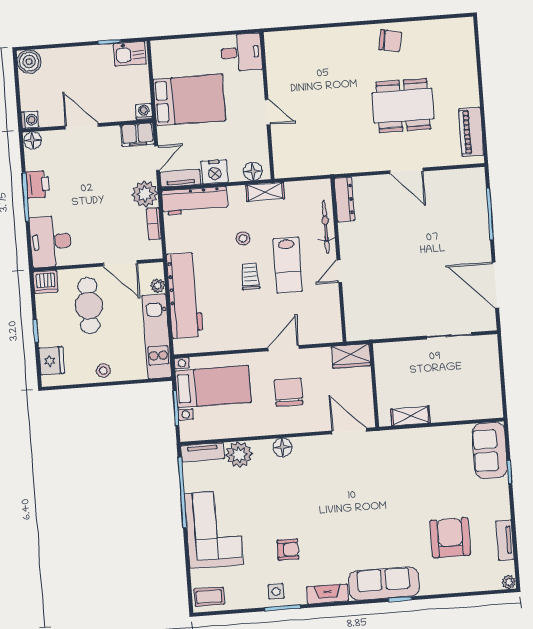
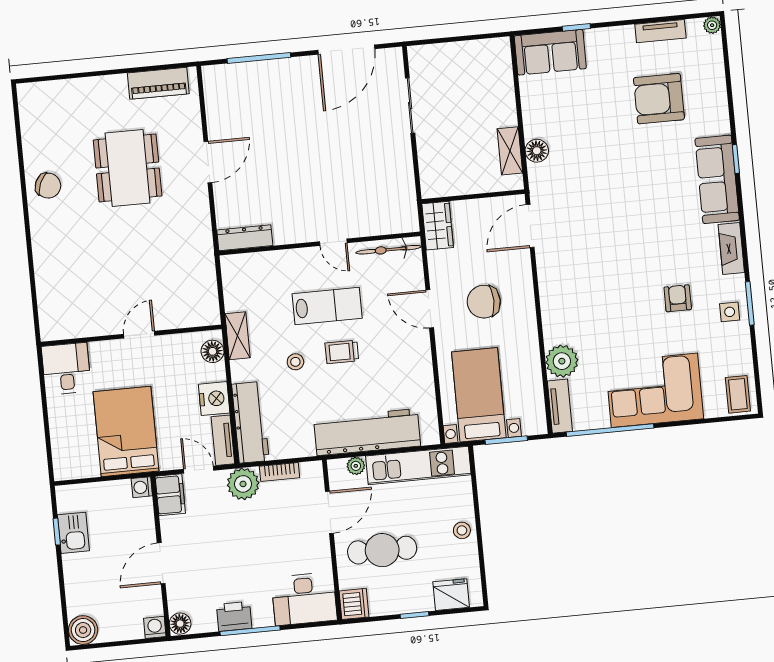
chair: (390, 41) -> (48, 186), turned 103
kitchen sink: (130, 54) -> (73, 533), moved
bicycle: (326, 227) -> (389, 250), moved
floor lamp: (282, 447) -> (537, 151), moved

